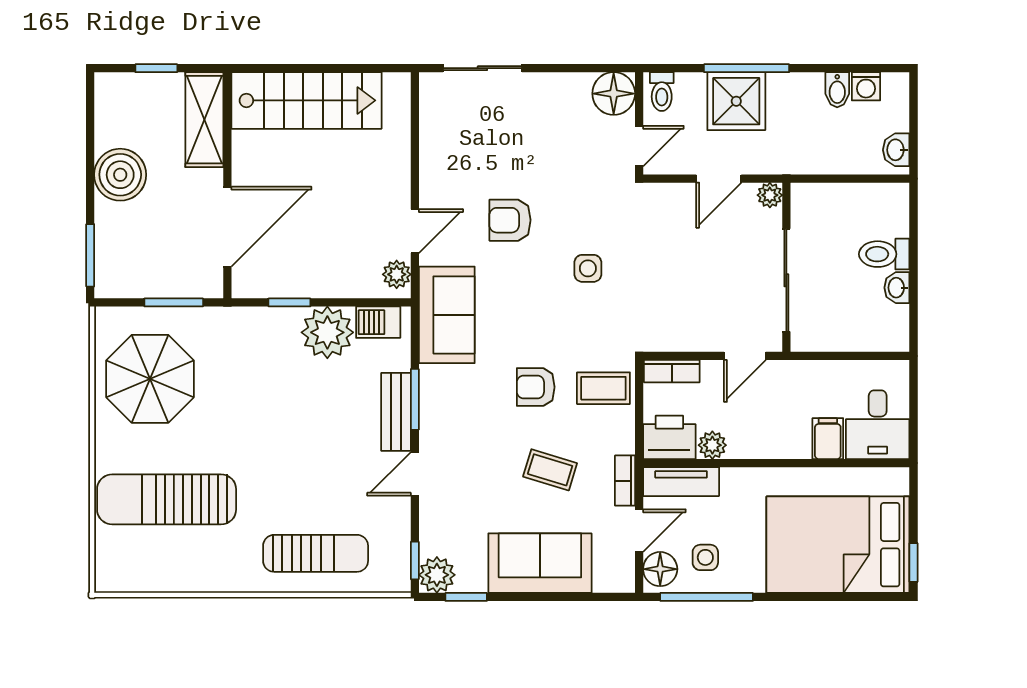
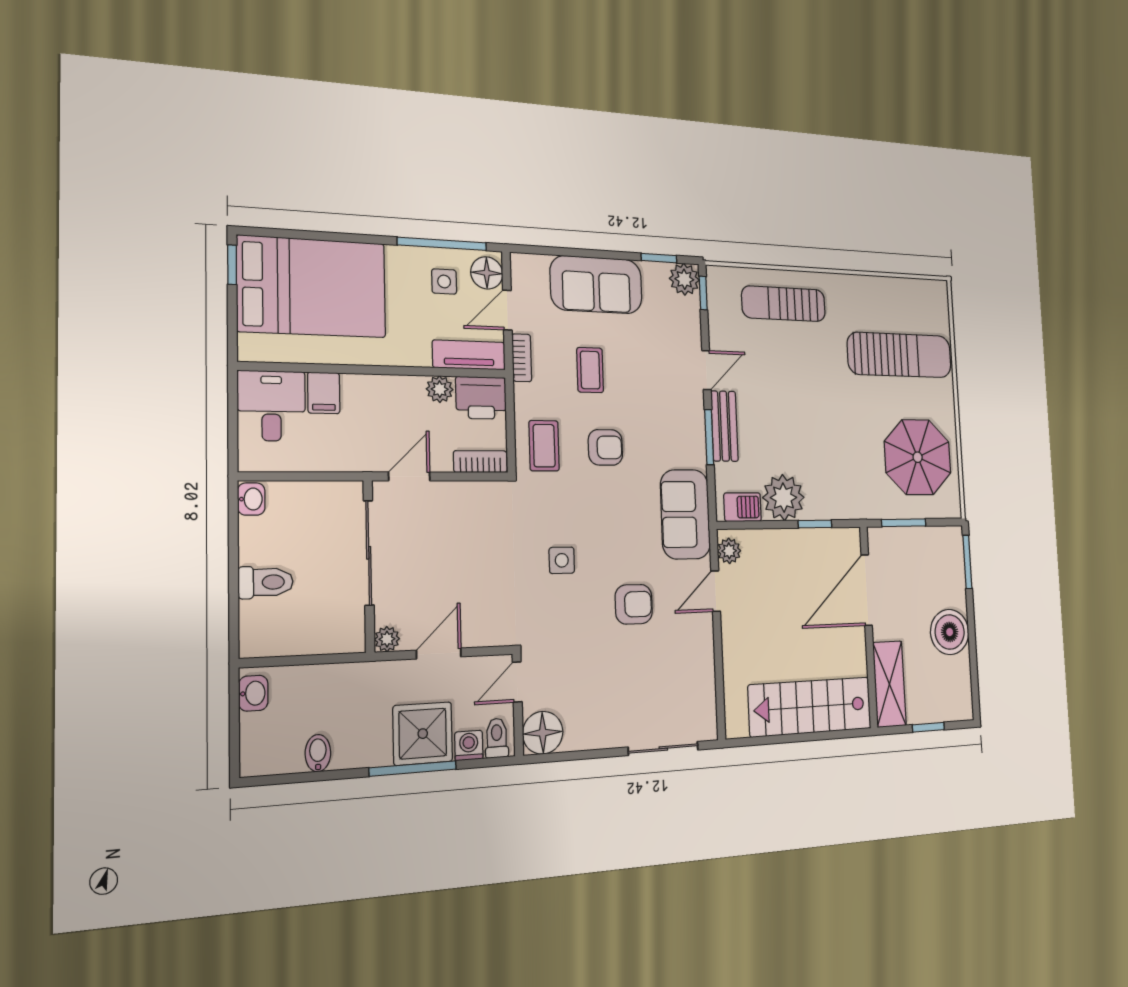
washing machine: (866, 86) -> (469, 745), moved
washbasin: (897, 288) -> (251, 499), moved
coffee table: (603, 388) -> (544, 446), turned 90
coffee table: (550, 470) -> (590, 370), turned 73

